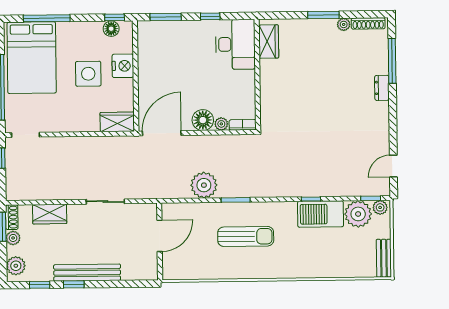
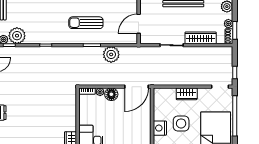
wardrobe: (117, 122) -> (187, 94), moved
wardrobe: (50, 214) -> (201, 38), width x1.50
barbecue: (321, 214) -> (40, 36), removed

